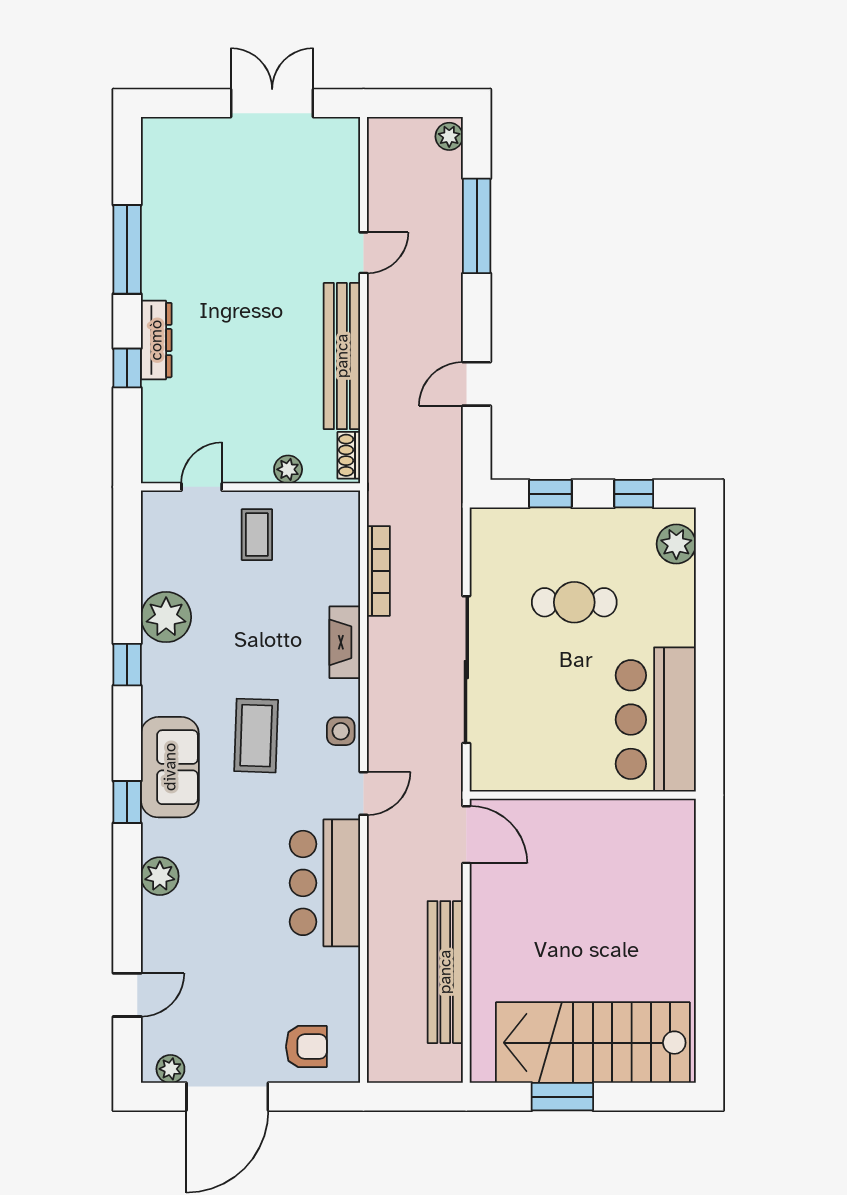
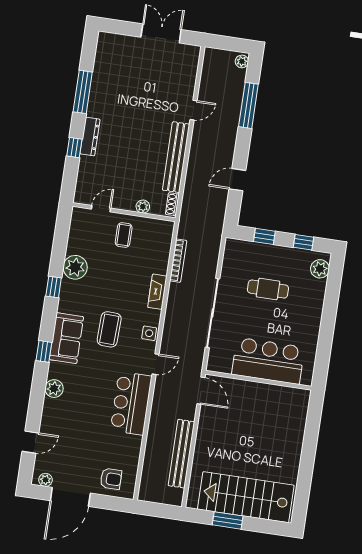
bar counter: (656, 720) -> (268, 361), moved, turned 90

